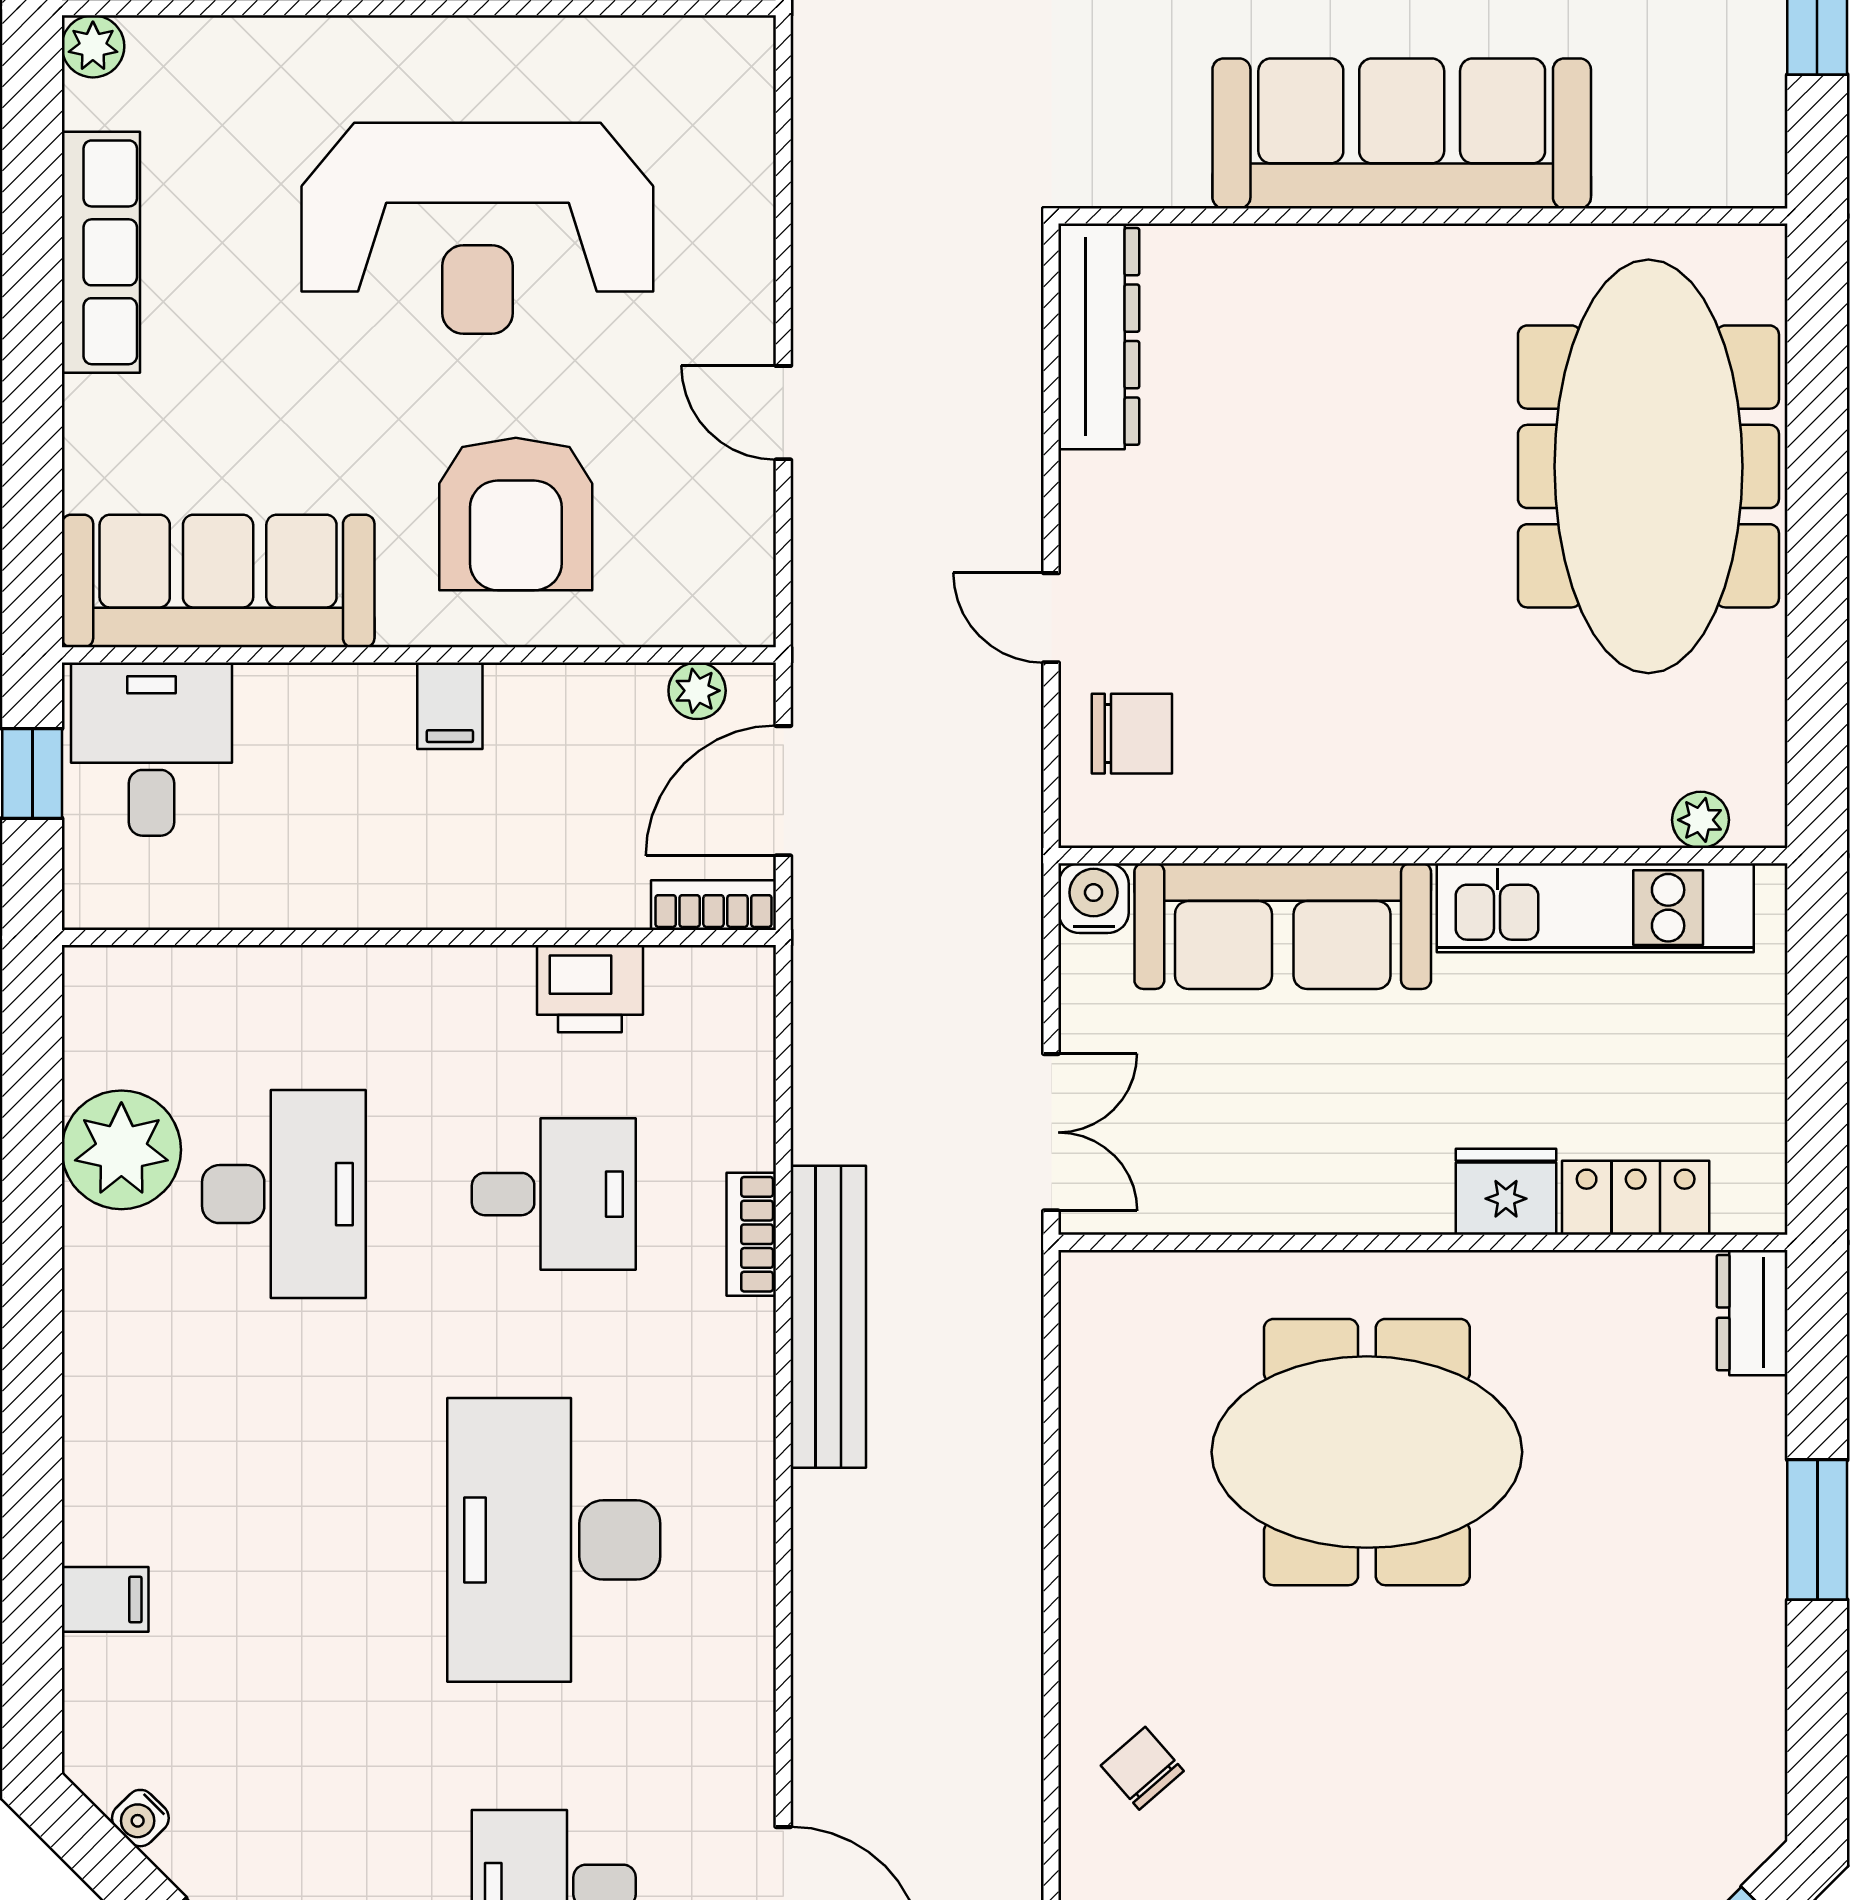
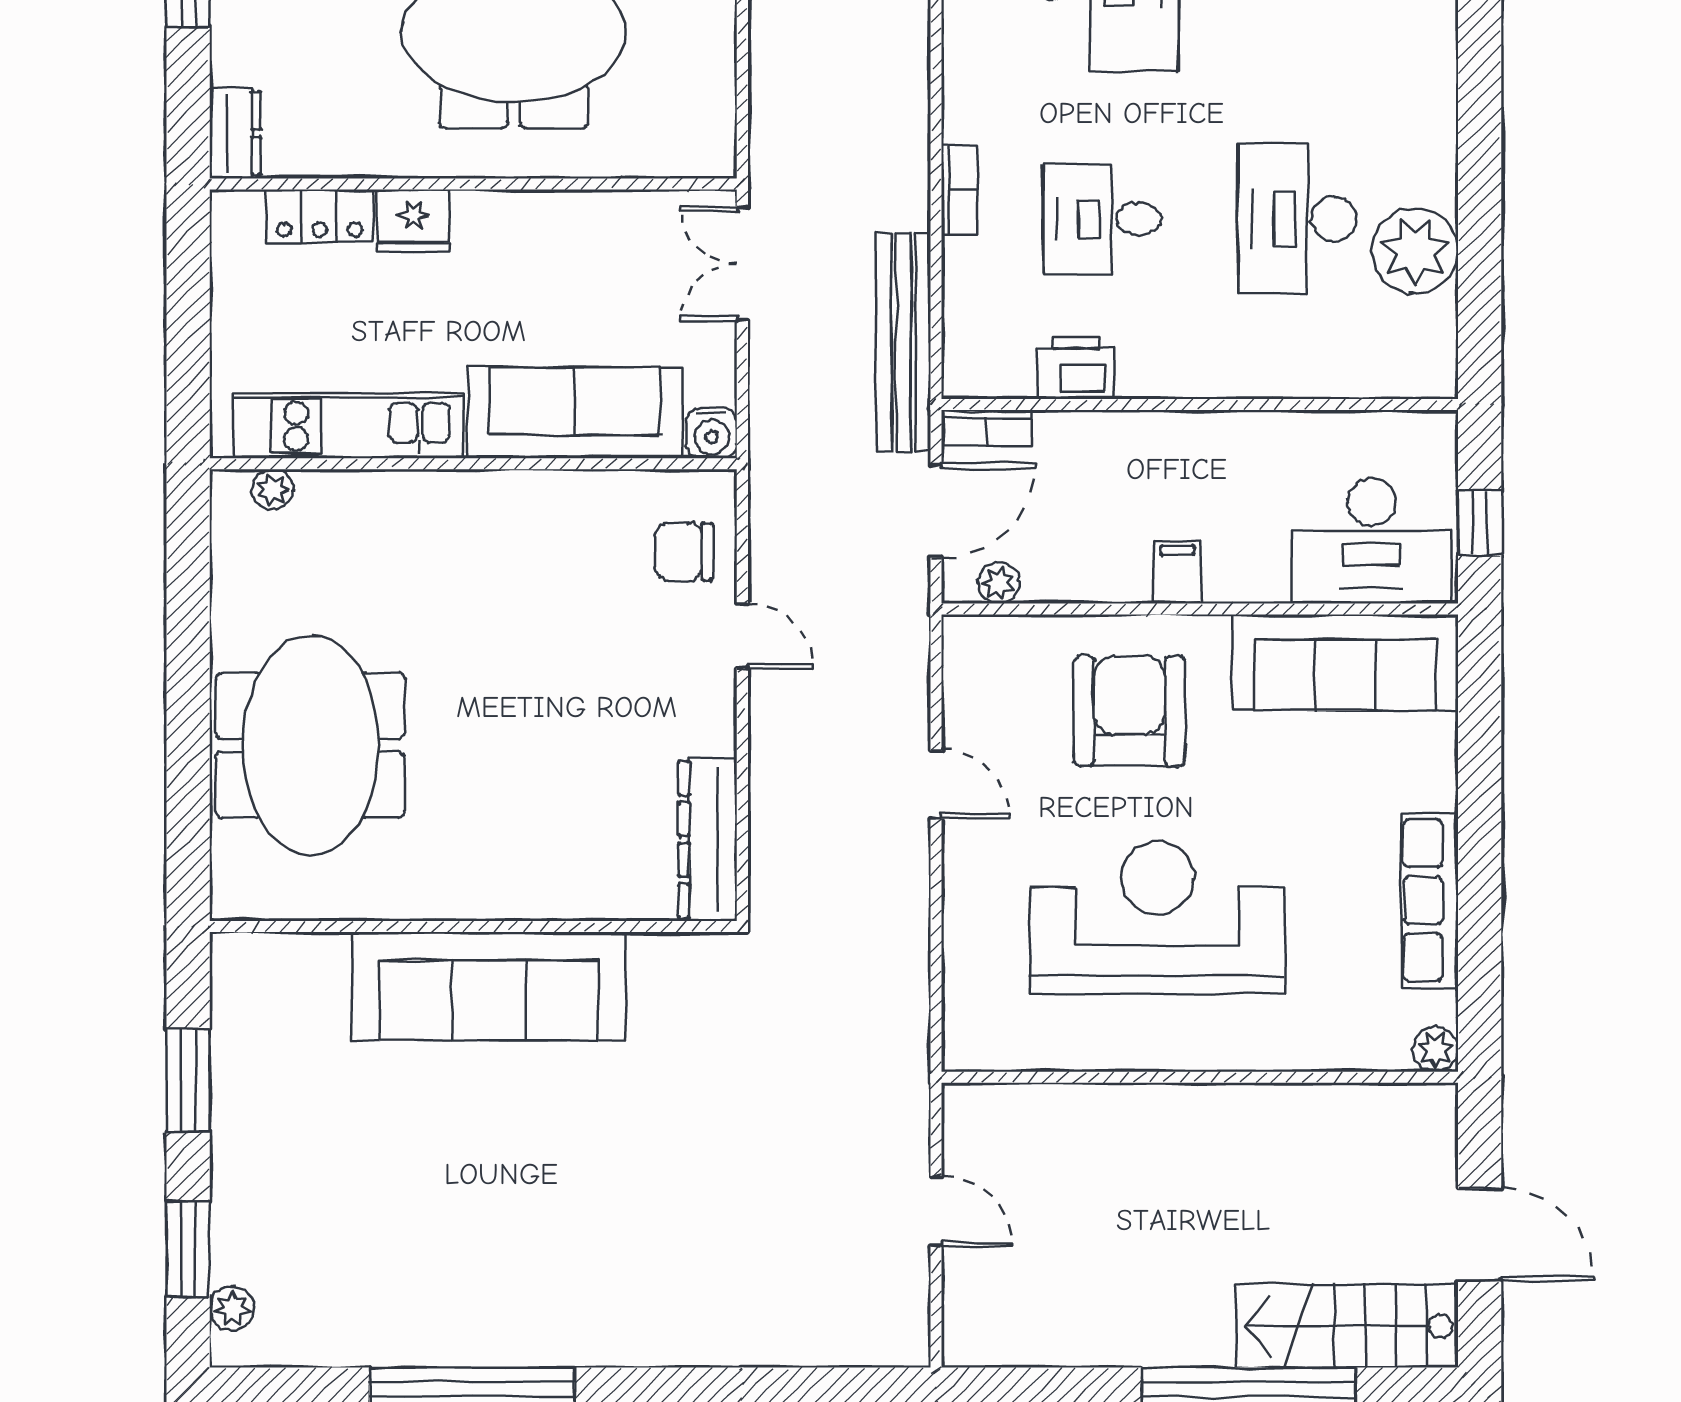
meeting table: (1648, 466) -> (310, 745), width x0.73
desk: (152, 749) -> (1371, 541), width x1.37
bench: (828, 1317) -> (904, 342), moved

